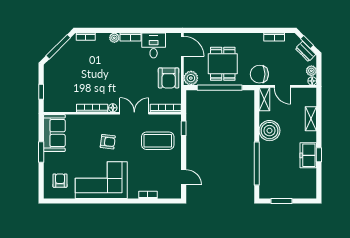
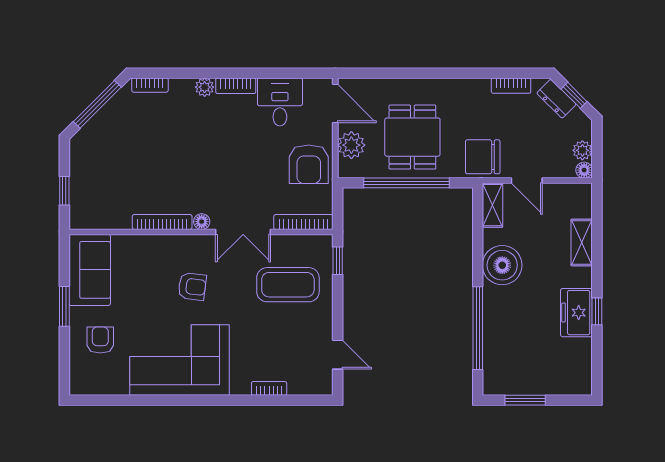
dresser: (306, 51) -> (556, 99), moved
plant: (191, 78) -> (351, 145), moved
double door: (134, 113) -> (243, 232), swing flipped
armchair: (60, 181) -> (100, 340), moved

